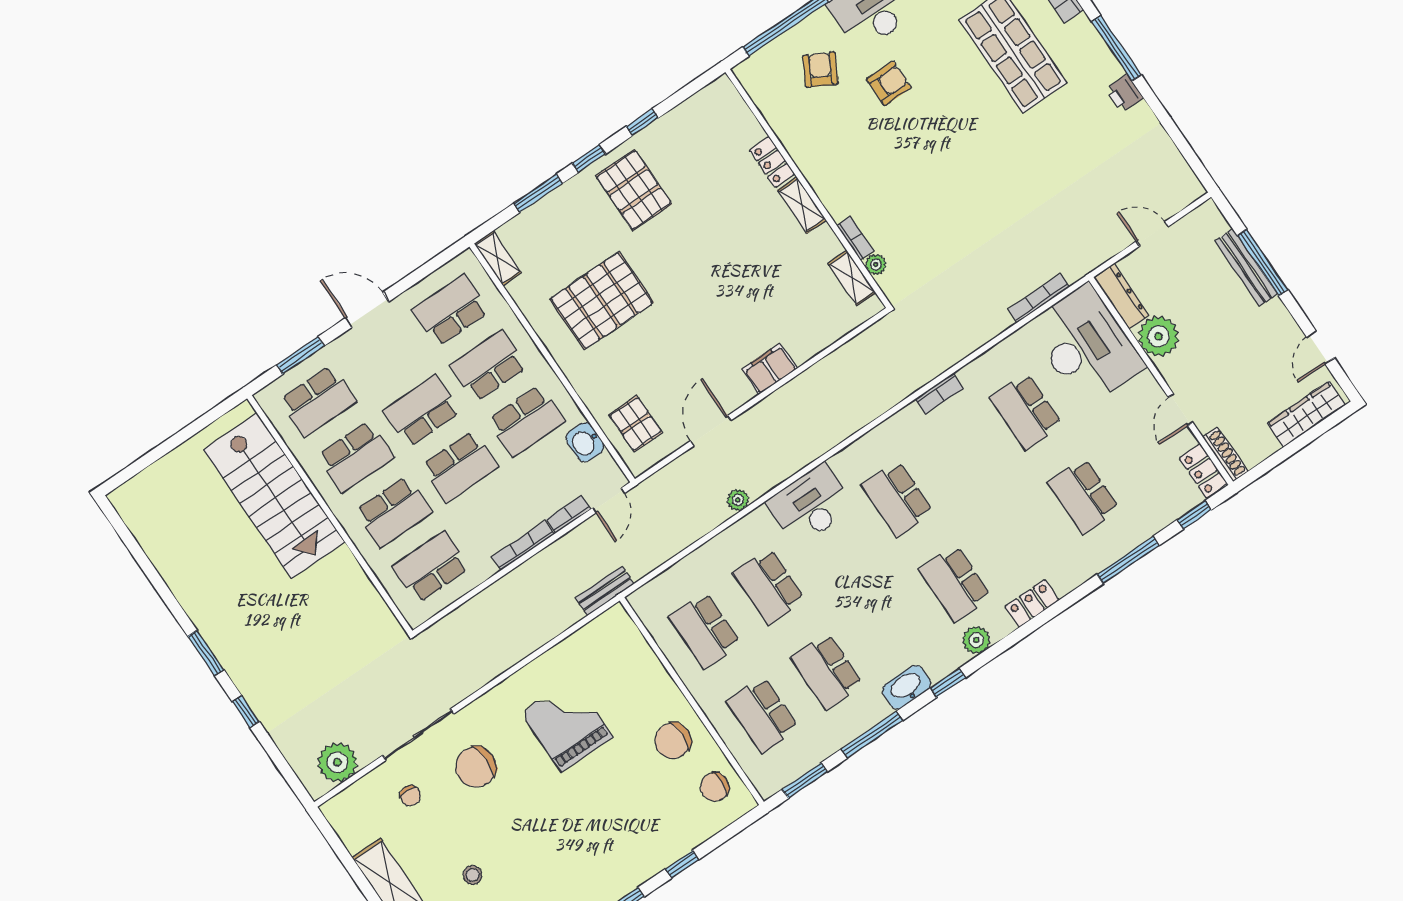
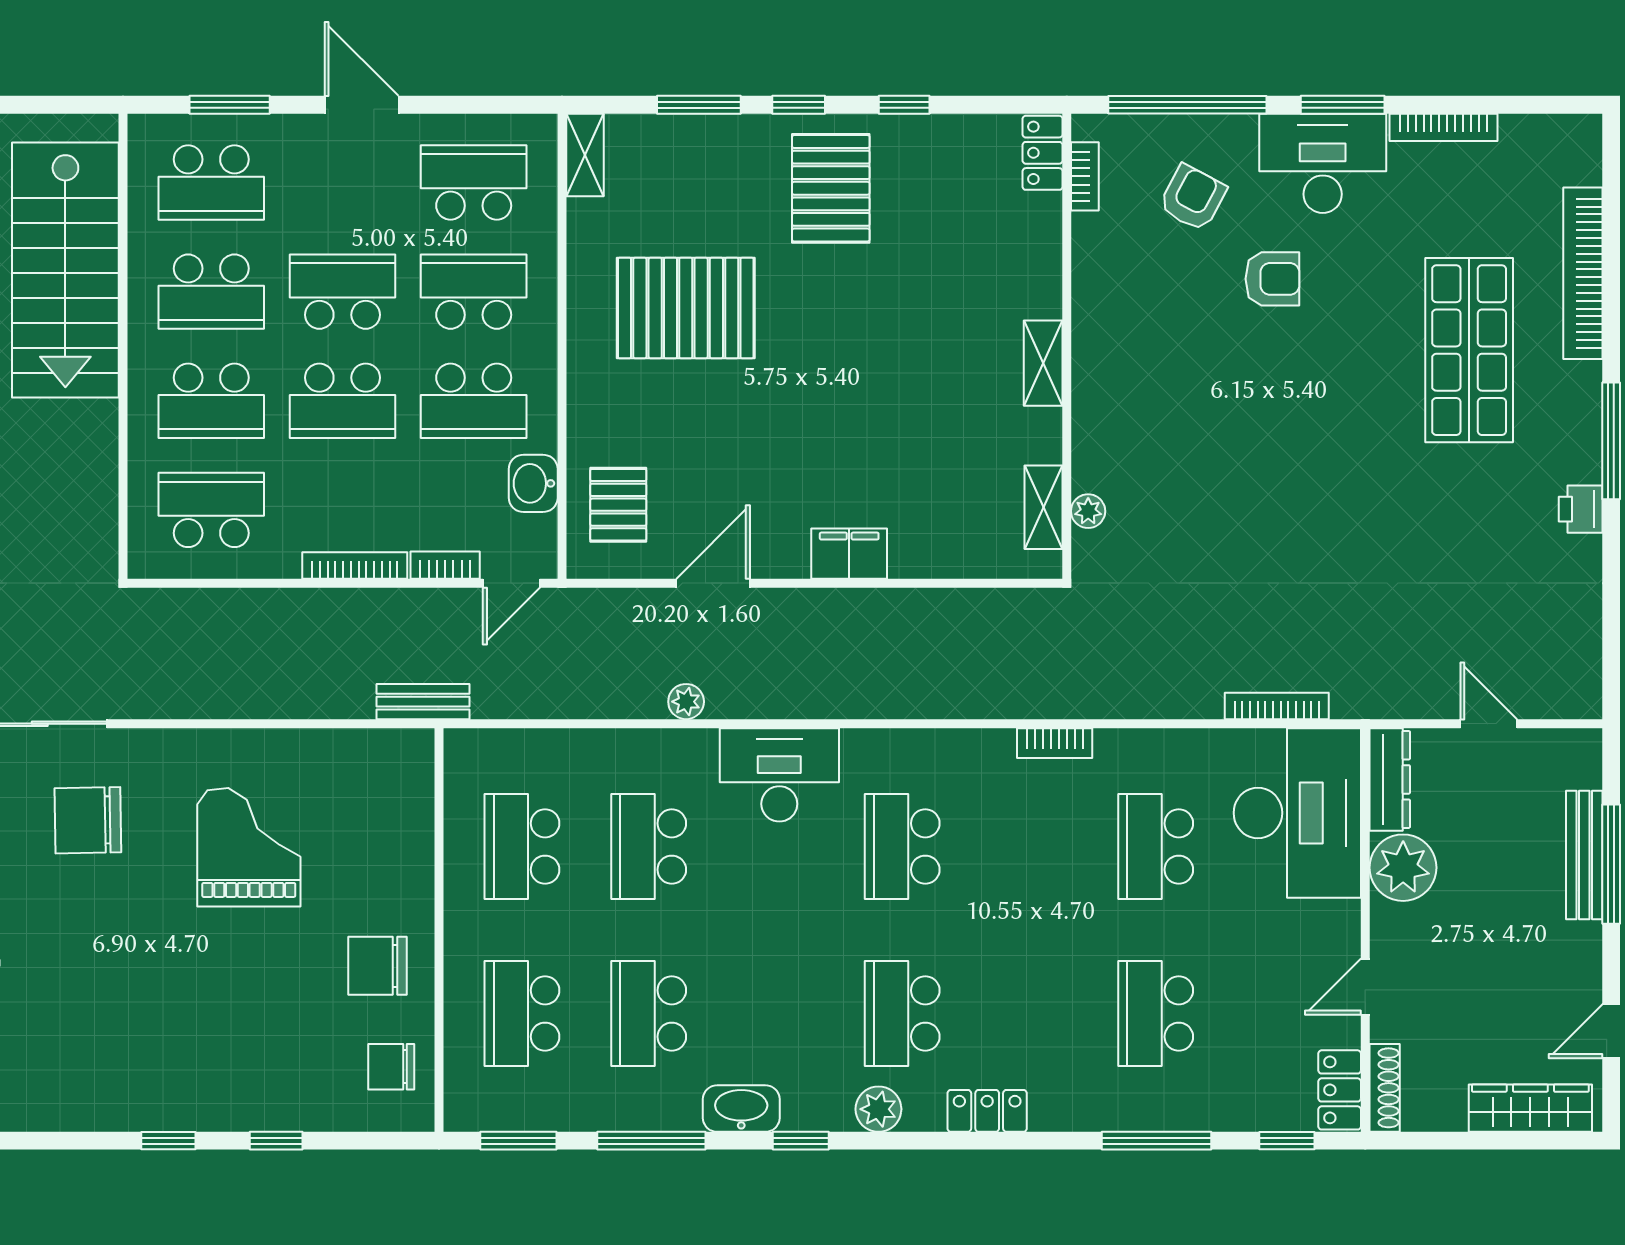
locker: (772, 162) -> (1043, 153), moved
bookcase: (855, 238) -> (1085, 176), moved

